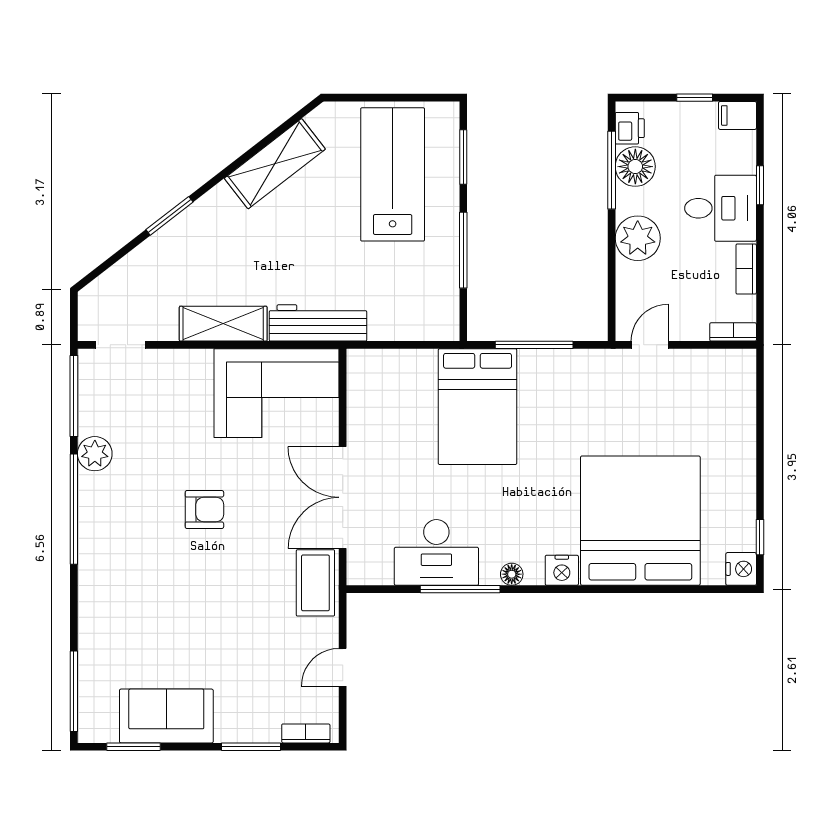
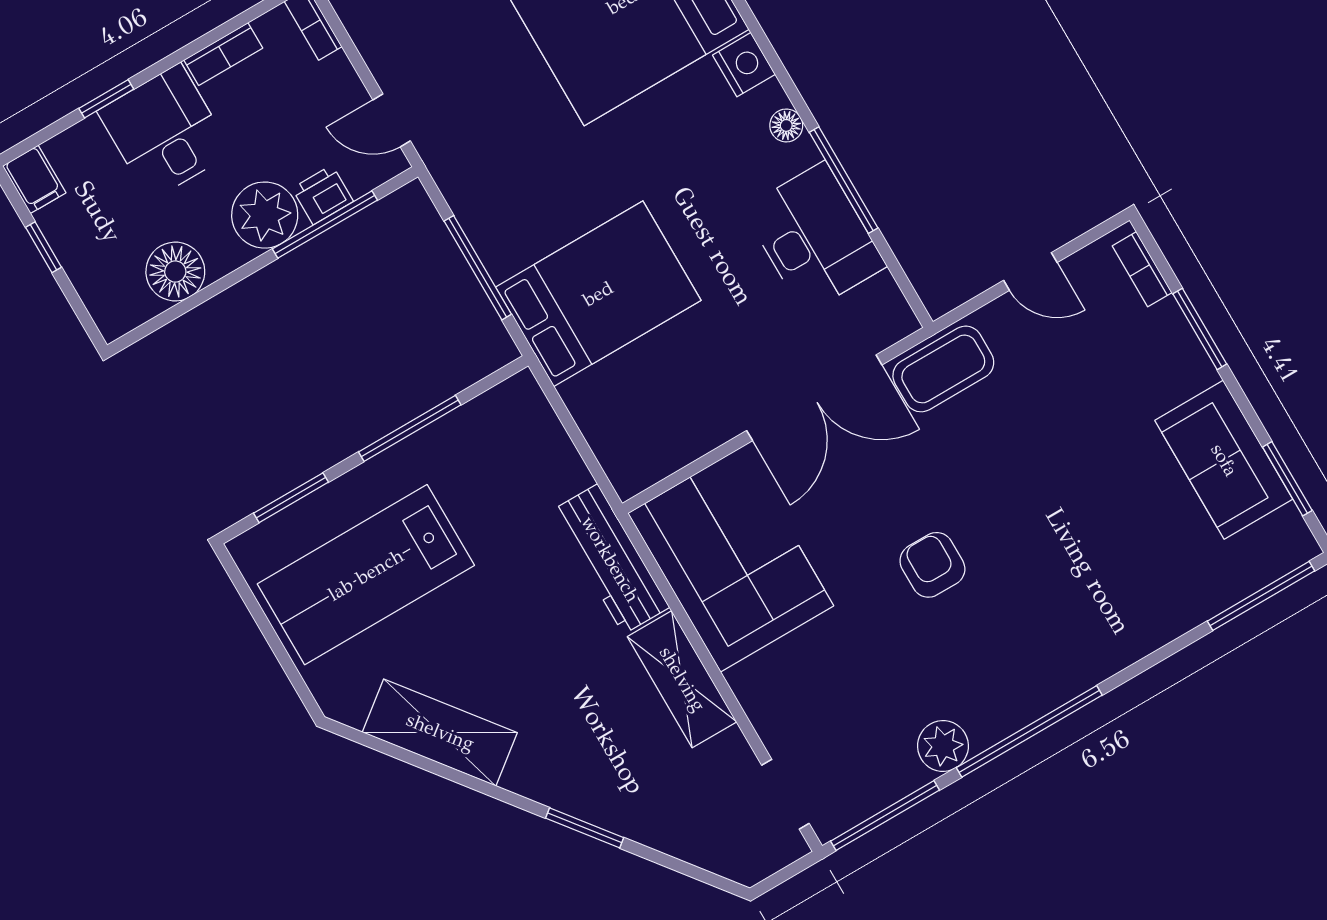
printer: (630, 128) -> (323, 195), moved
window: (612, 170) -> (325, 225), moved

